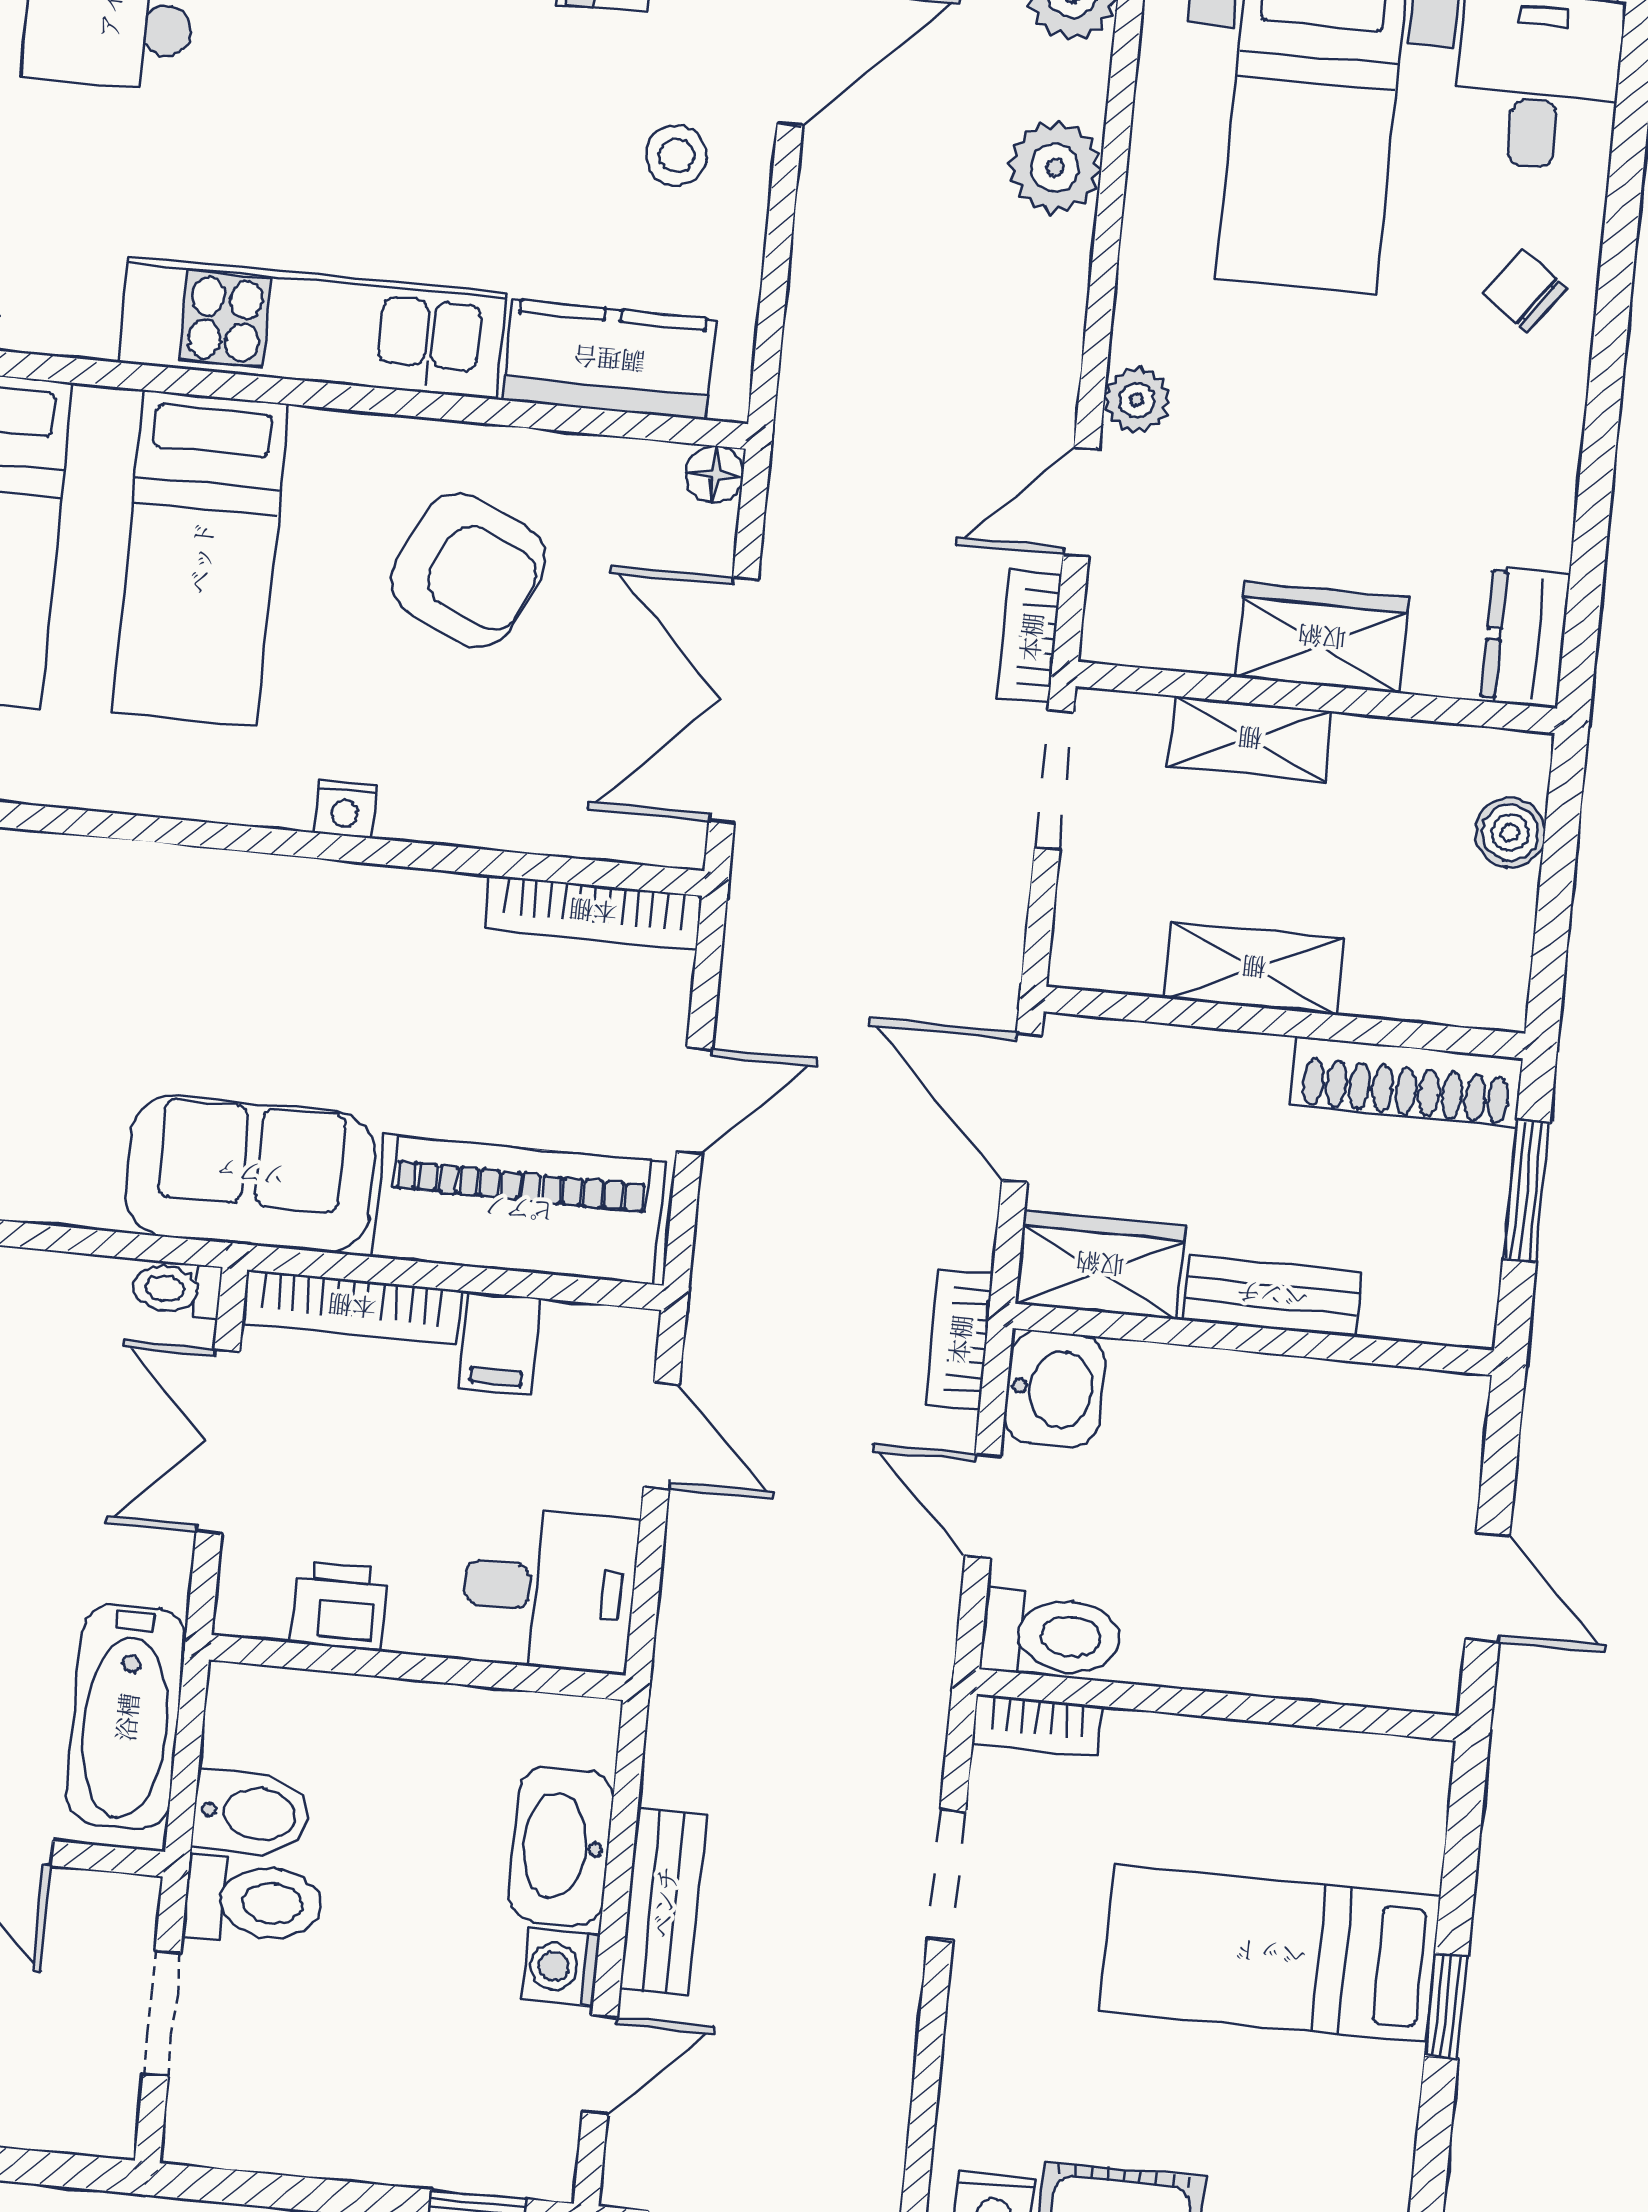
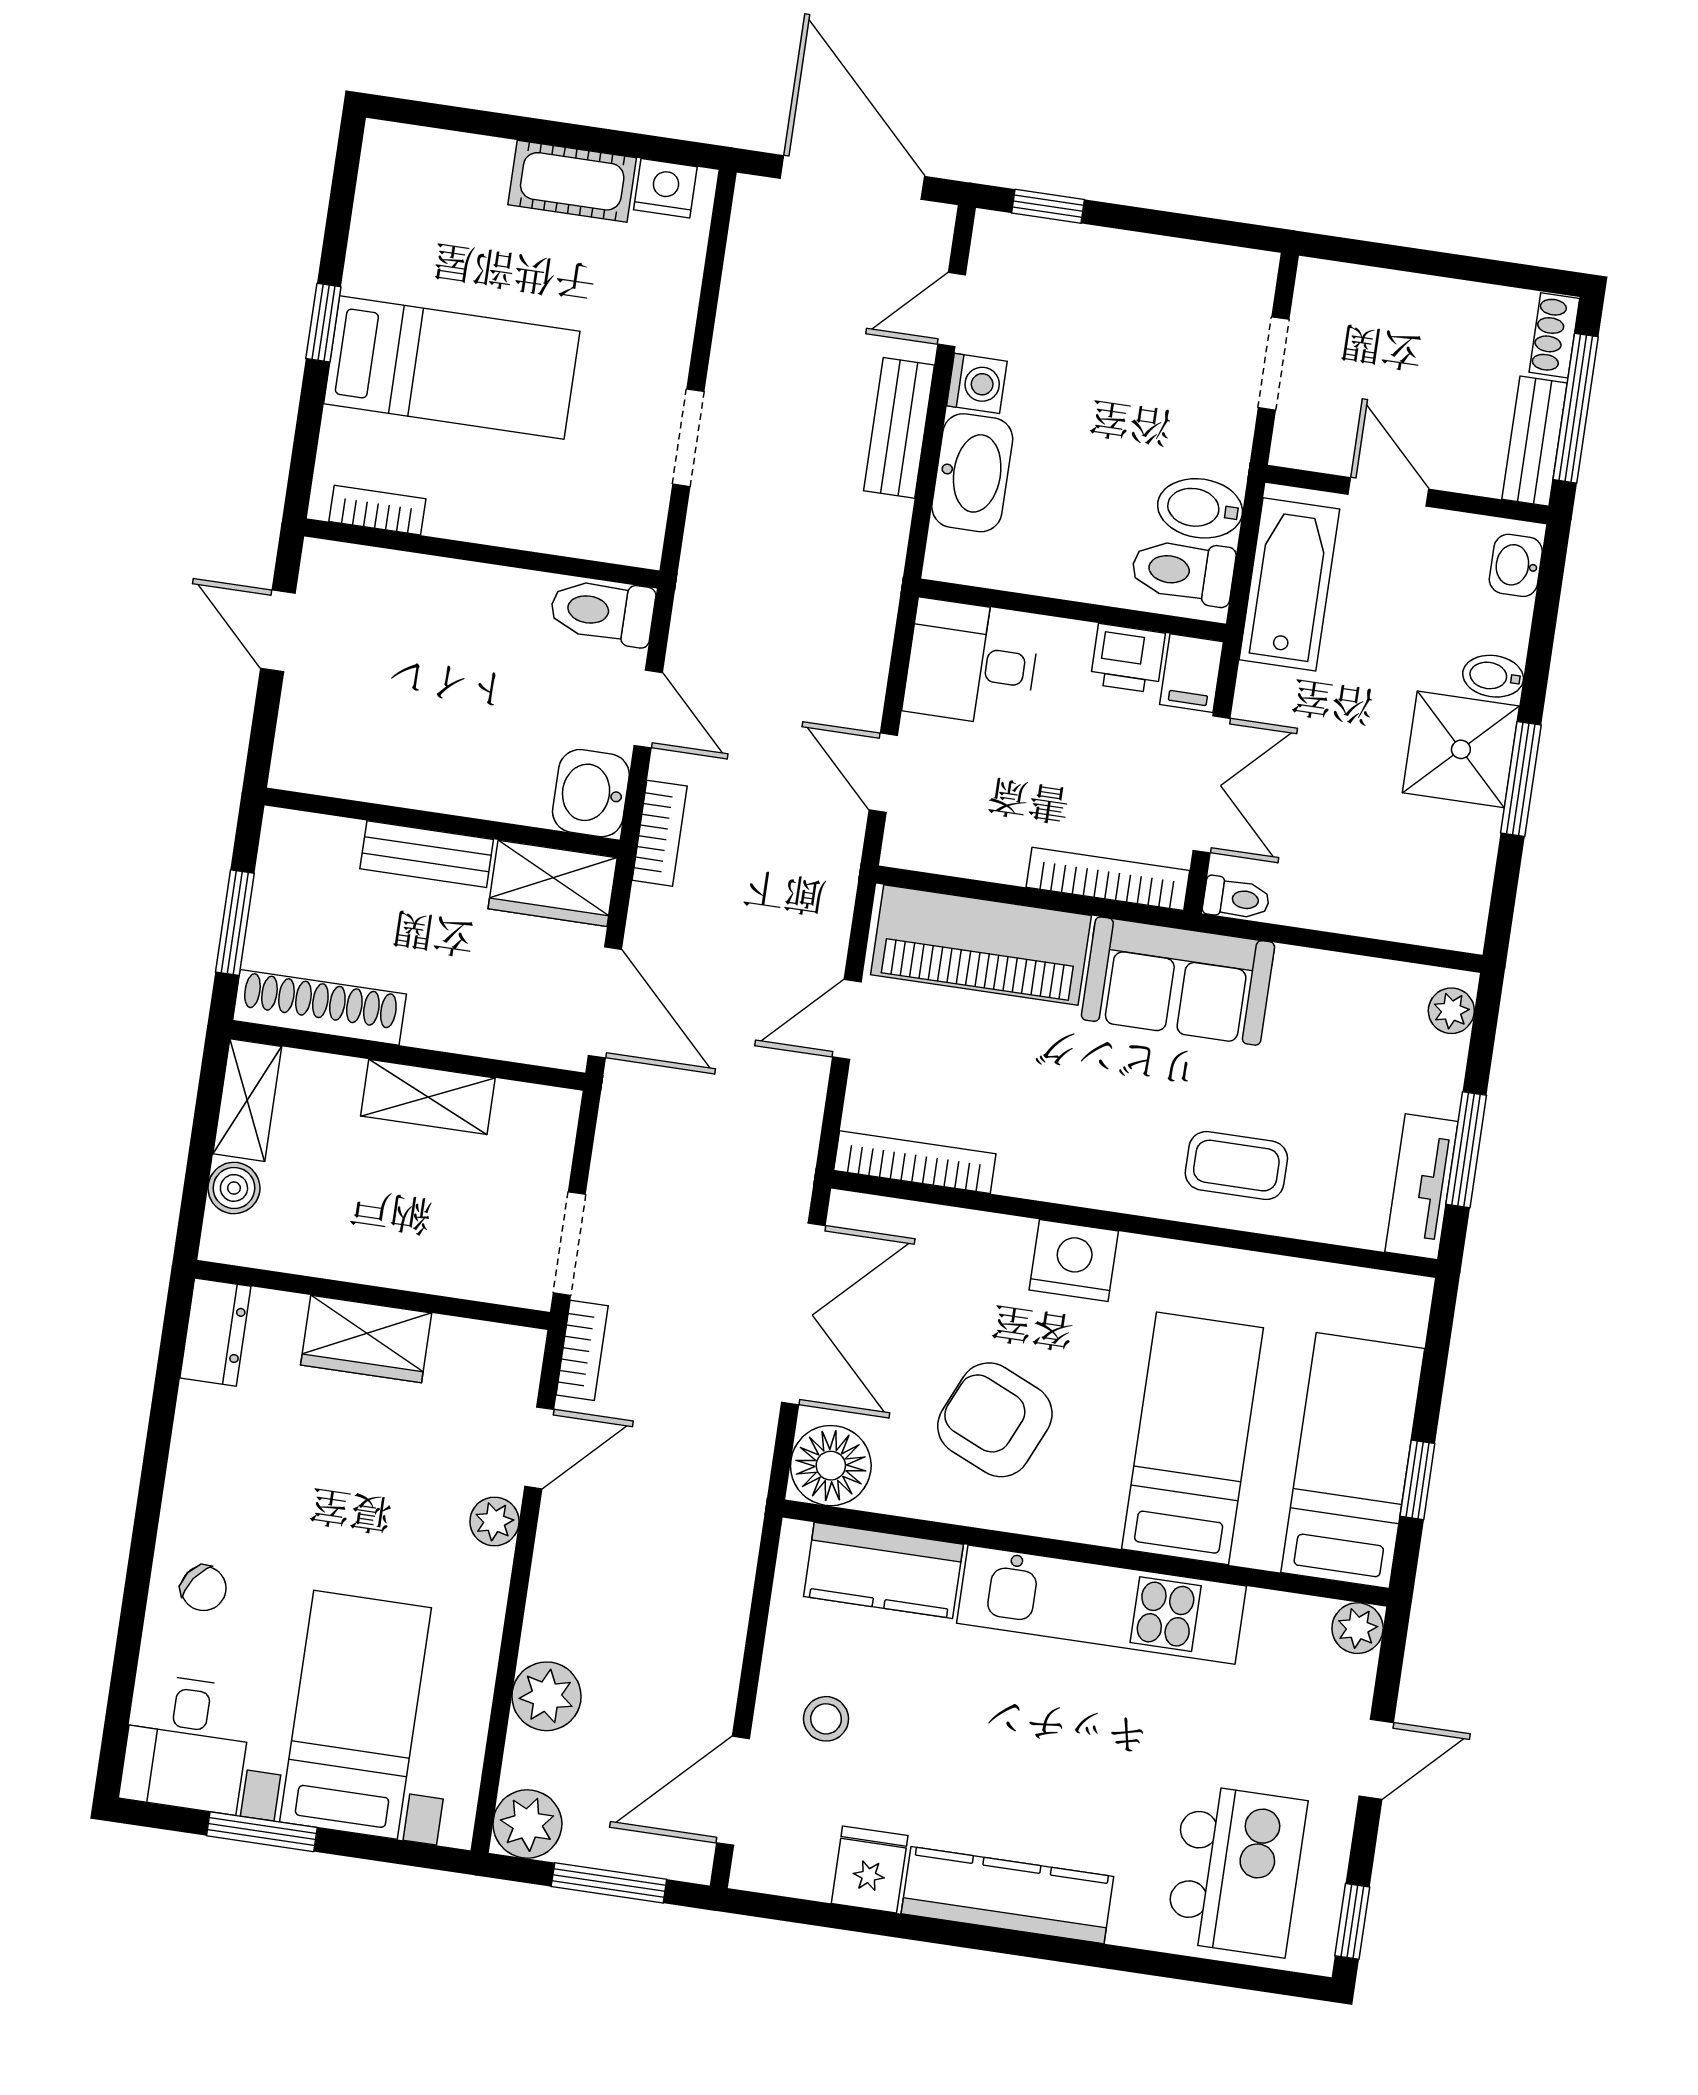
floor lamp: (714, 475) -> (831, 1466), width x1.89, depth x1.89
shelving: (1250, 739) -> (247, 1100), moved, turned 90
nightstand: (345, 809) -> (1074, 1261), width x1.89, depth x1.79
coffee table: (159, 929) -> (1236, 1166), added
filing cabinet: (499, 1343) -> (1192, 673), moved, turned 180
bookcase: (1036, 1725) -> (377, 510), moved
toilet: (253, 1901) -> (1183, 571), moved

